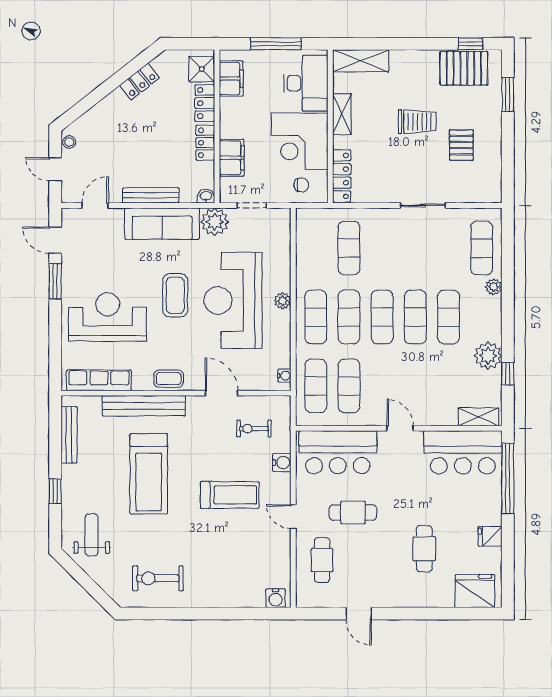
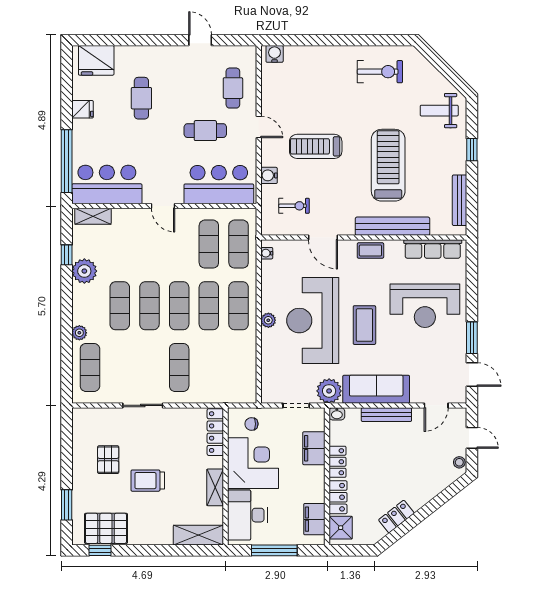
exercise mat: (349, 248) -> (179, 367), moved
reception desk: (233, 300) -> (313, 321), turned 180
weight bench: (92, 535) -> (439, 111), turned 90

